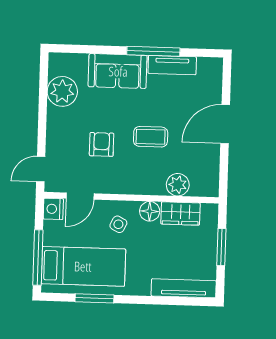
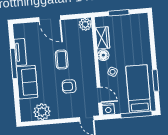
plant: (178, 185) -> (85, 24), moved
tv unit: (184, 288) -> (144, 31), removed

